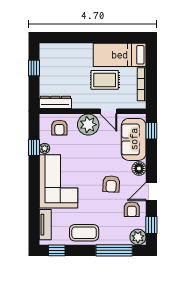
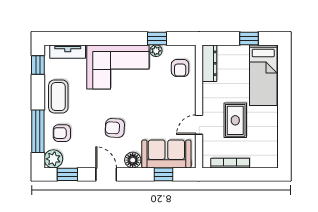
bed: (120, 55) -> (263, 75), moved, turned 180
plant: (88, 125) -> (184, 101), removed
armchair: (59, 128) -> (180, 68), turned -90
window: (151, 131) -> (164, 174), moved
armchair: (132, 209) -> (62, 133), moved

